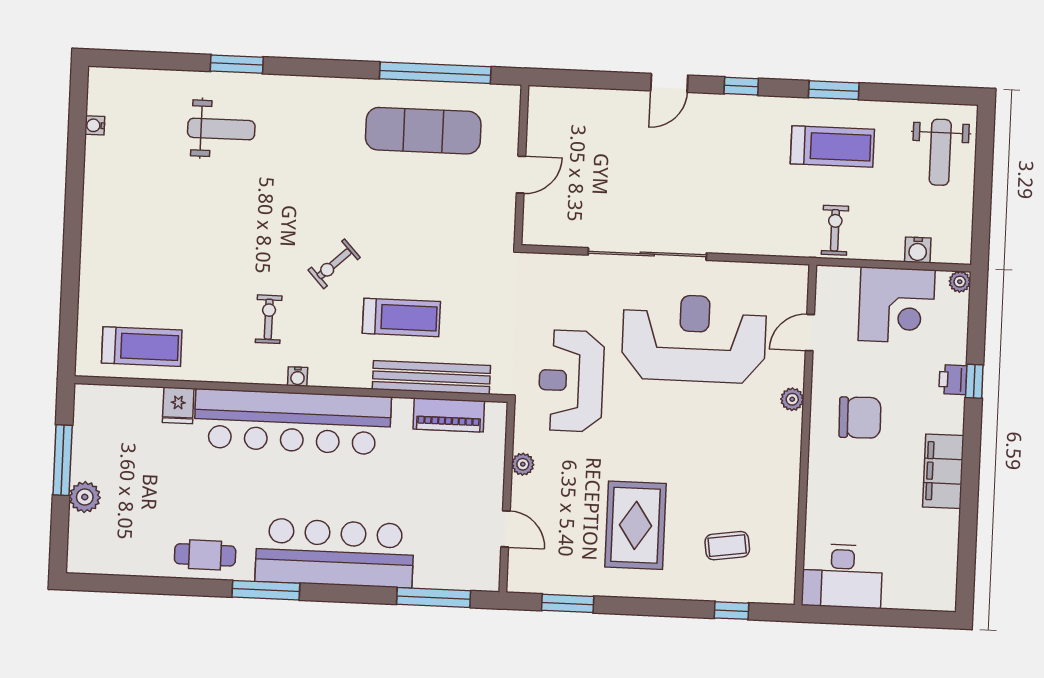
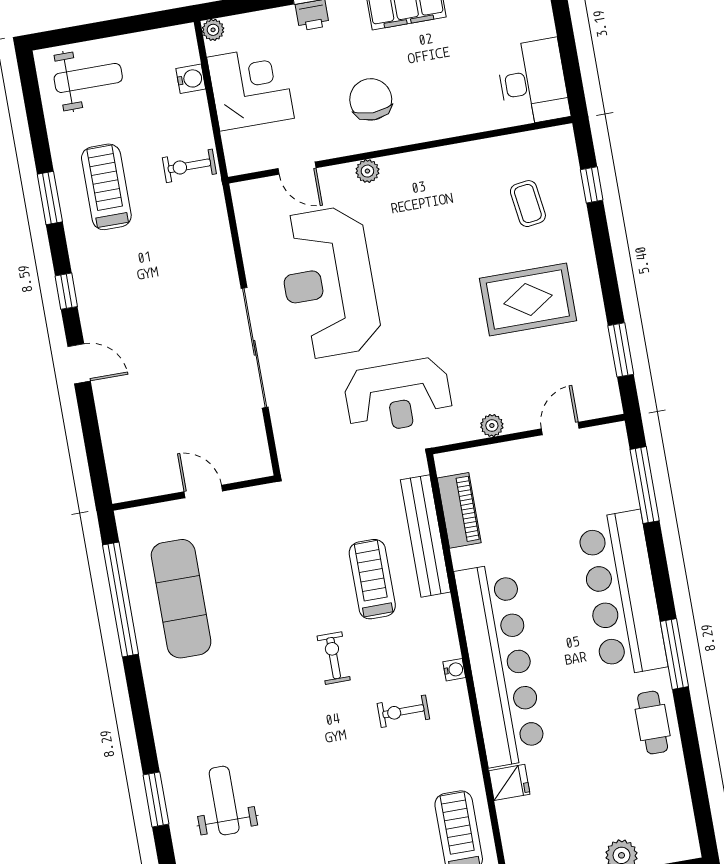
exercise bike: (334, 264) -> (334, 658), turned -137

